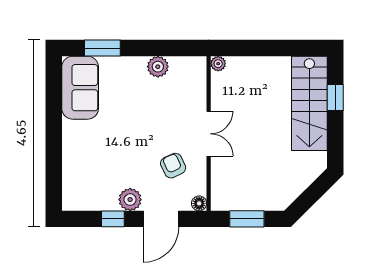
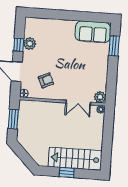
plant: (158, 67) -> (100, 97), moved
window: (335, 98) -> (67, 172), moved
double door: (209, 134) -> (78, 103), moved
plant: (130, 200) -> (30, 44), moved

